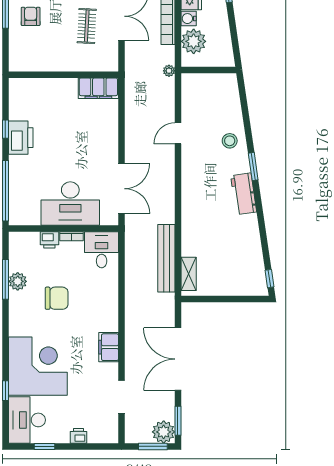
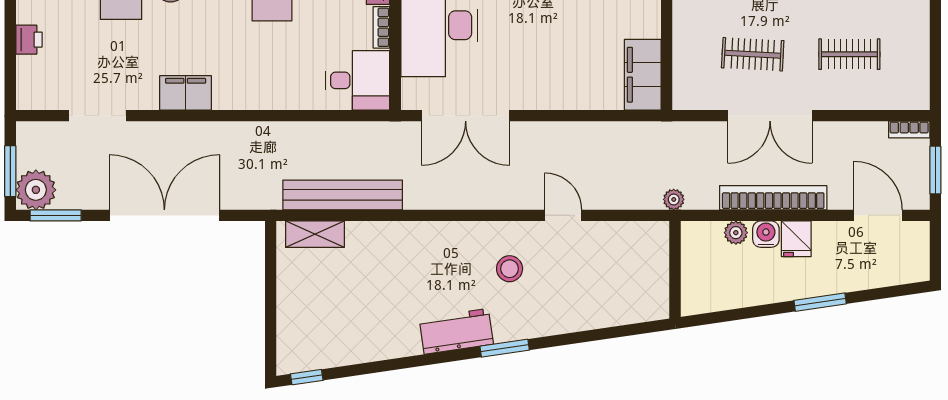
plant: (194, 41) -> (736, 233), width x0.53, depth x0.53
stool: (230, 141) -> (510, 269), moved

